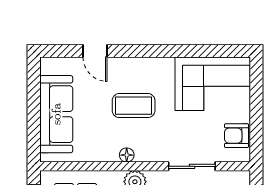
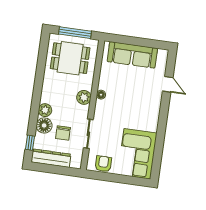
door: (95, 51) -> (168, 84), swing flipped
coffee table: (134, 106) -> (131, 103), removed

